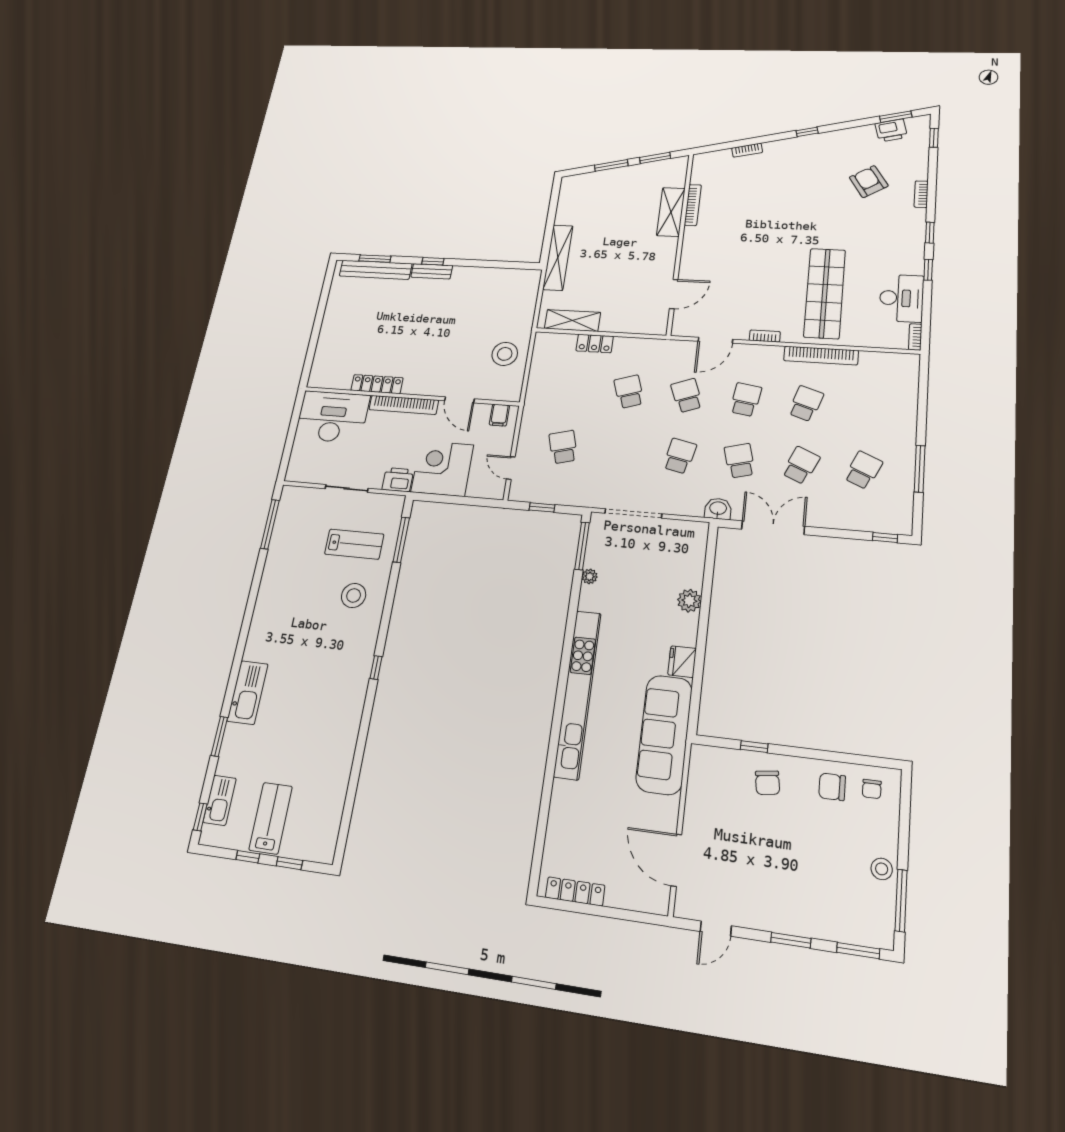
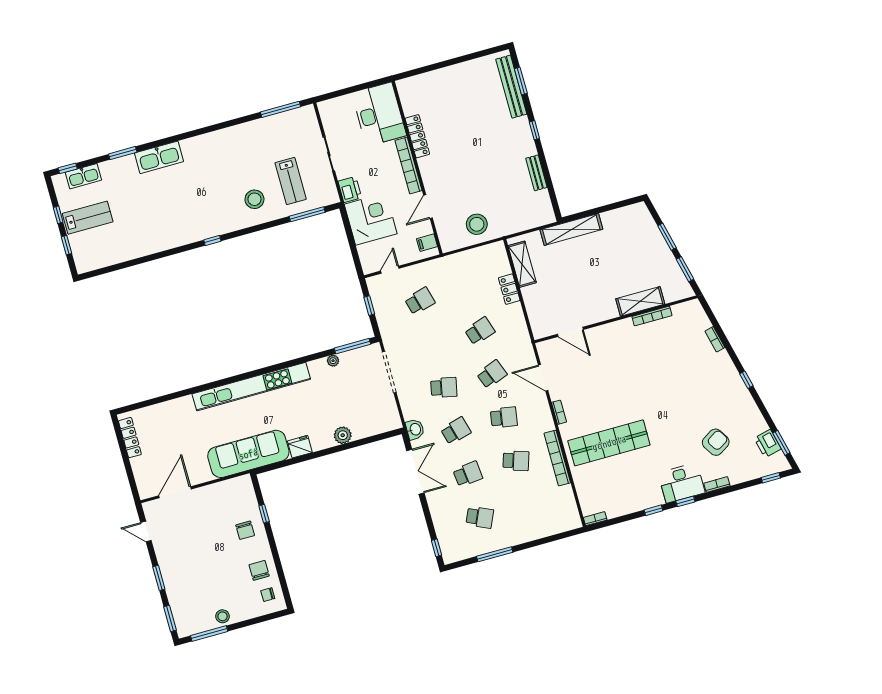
bench: (432, 271) -> (536, 173), moved
desk: (901, 298) -> (681, 483), moved
school desk: (801, 465) -> (468, 474), turned -30
chair: (768, 783) -> (245, 530), turned -82

